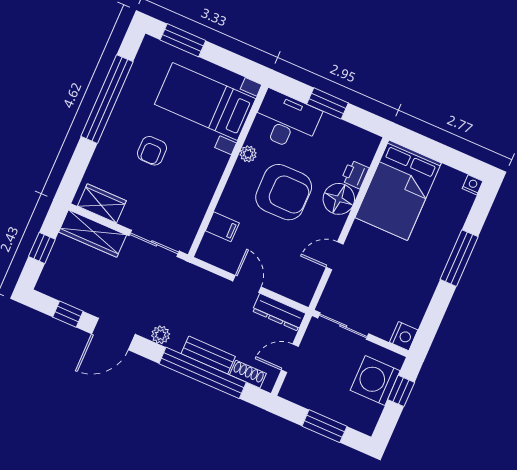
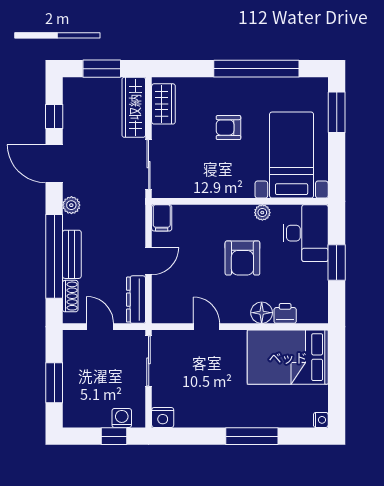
armchair: (284, 192) -> (242, 258), width x0.73, depth x0.73
floor lamp: (339, 199) -> (262, 313), width x0.73, depth x0.73
filing cabinet: (222, 227) -> (162, 218), moved
window: (42, 248) -> (102, 69), width x1.50
washing machine: (375, 380) -> (122, 418), width x0.53, depth x0.53

